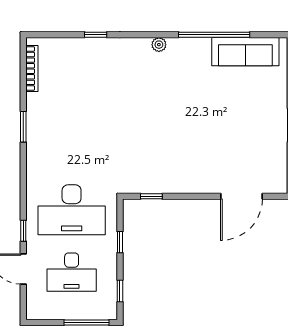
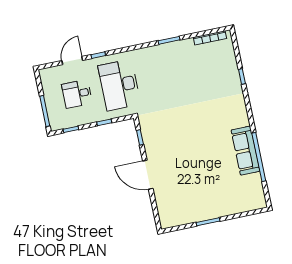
plant: (159, 45) -> (244, 121), removed
sofa: (245, 52) -> (245, 151), moved
door: (241, 196) -> (148, 175), moved
desk: (72, 272) -> (77, 94), width x0.73

